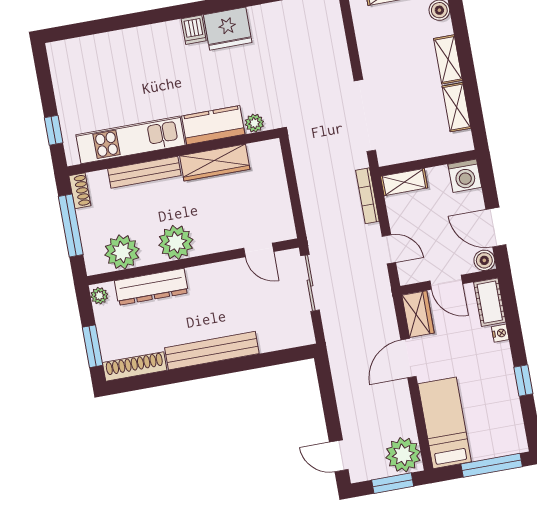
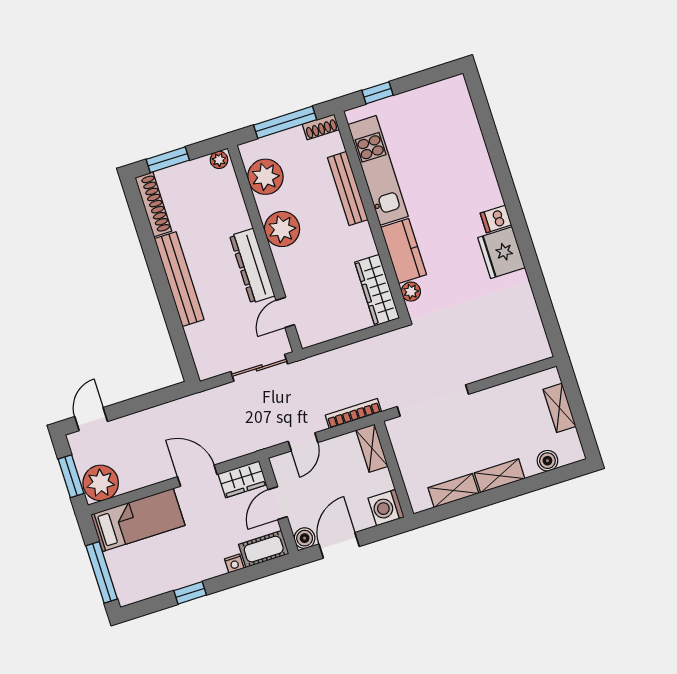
wardrobe: (215, 162) -> (377, 290), moved
dresser: (151, 287) -> (252, 266), moved

